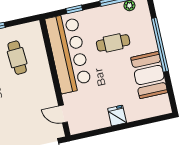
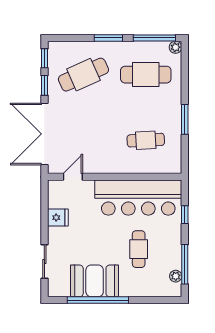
window: (160, 45) -> (98, 300), moved
fridge: (117, 116) -> (58, 218), moved
sliding door: (142, 122) -> (44, 262), added

